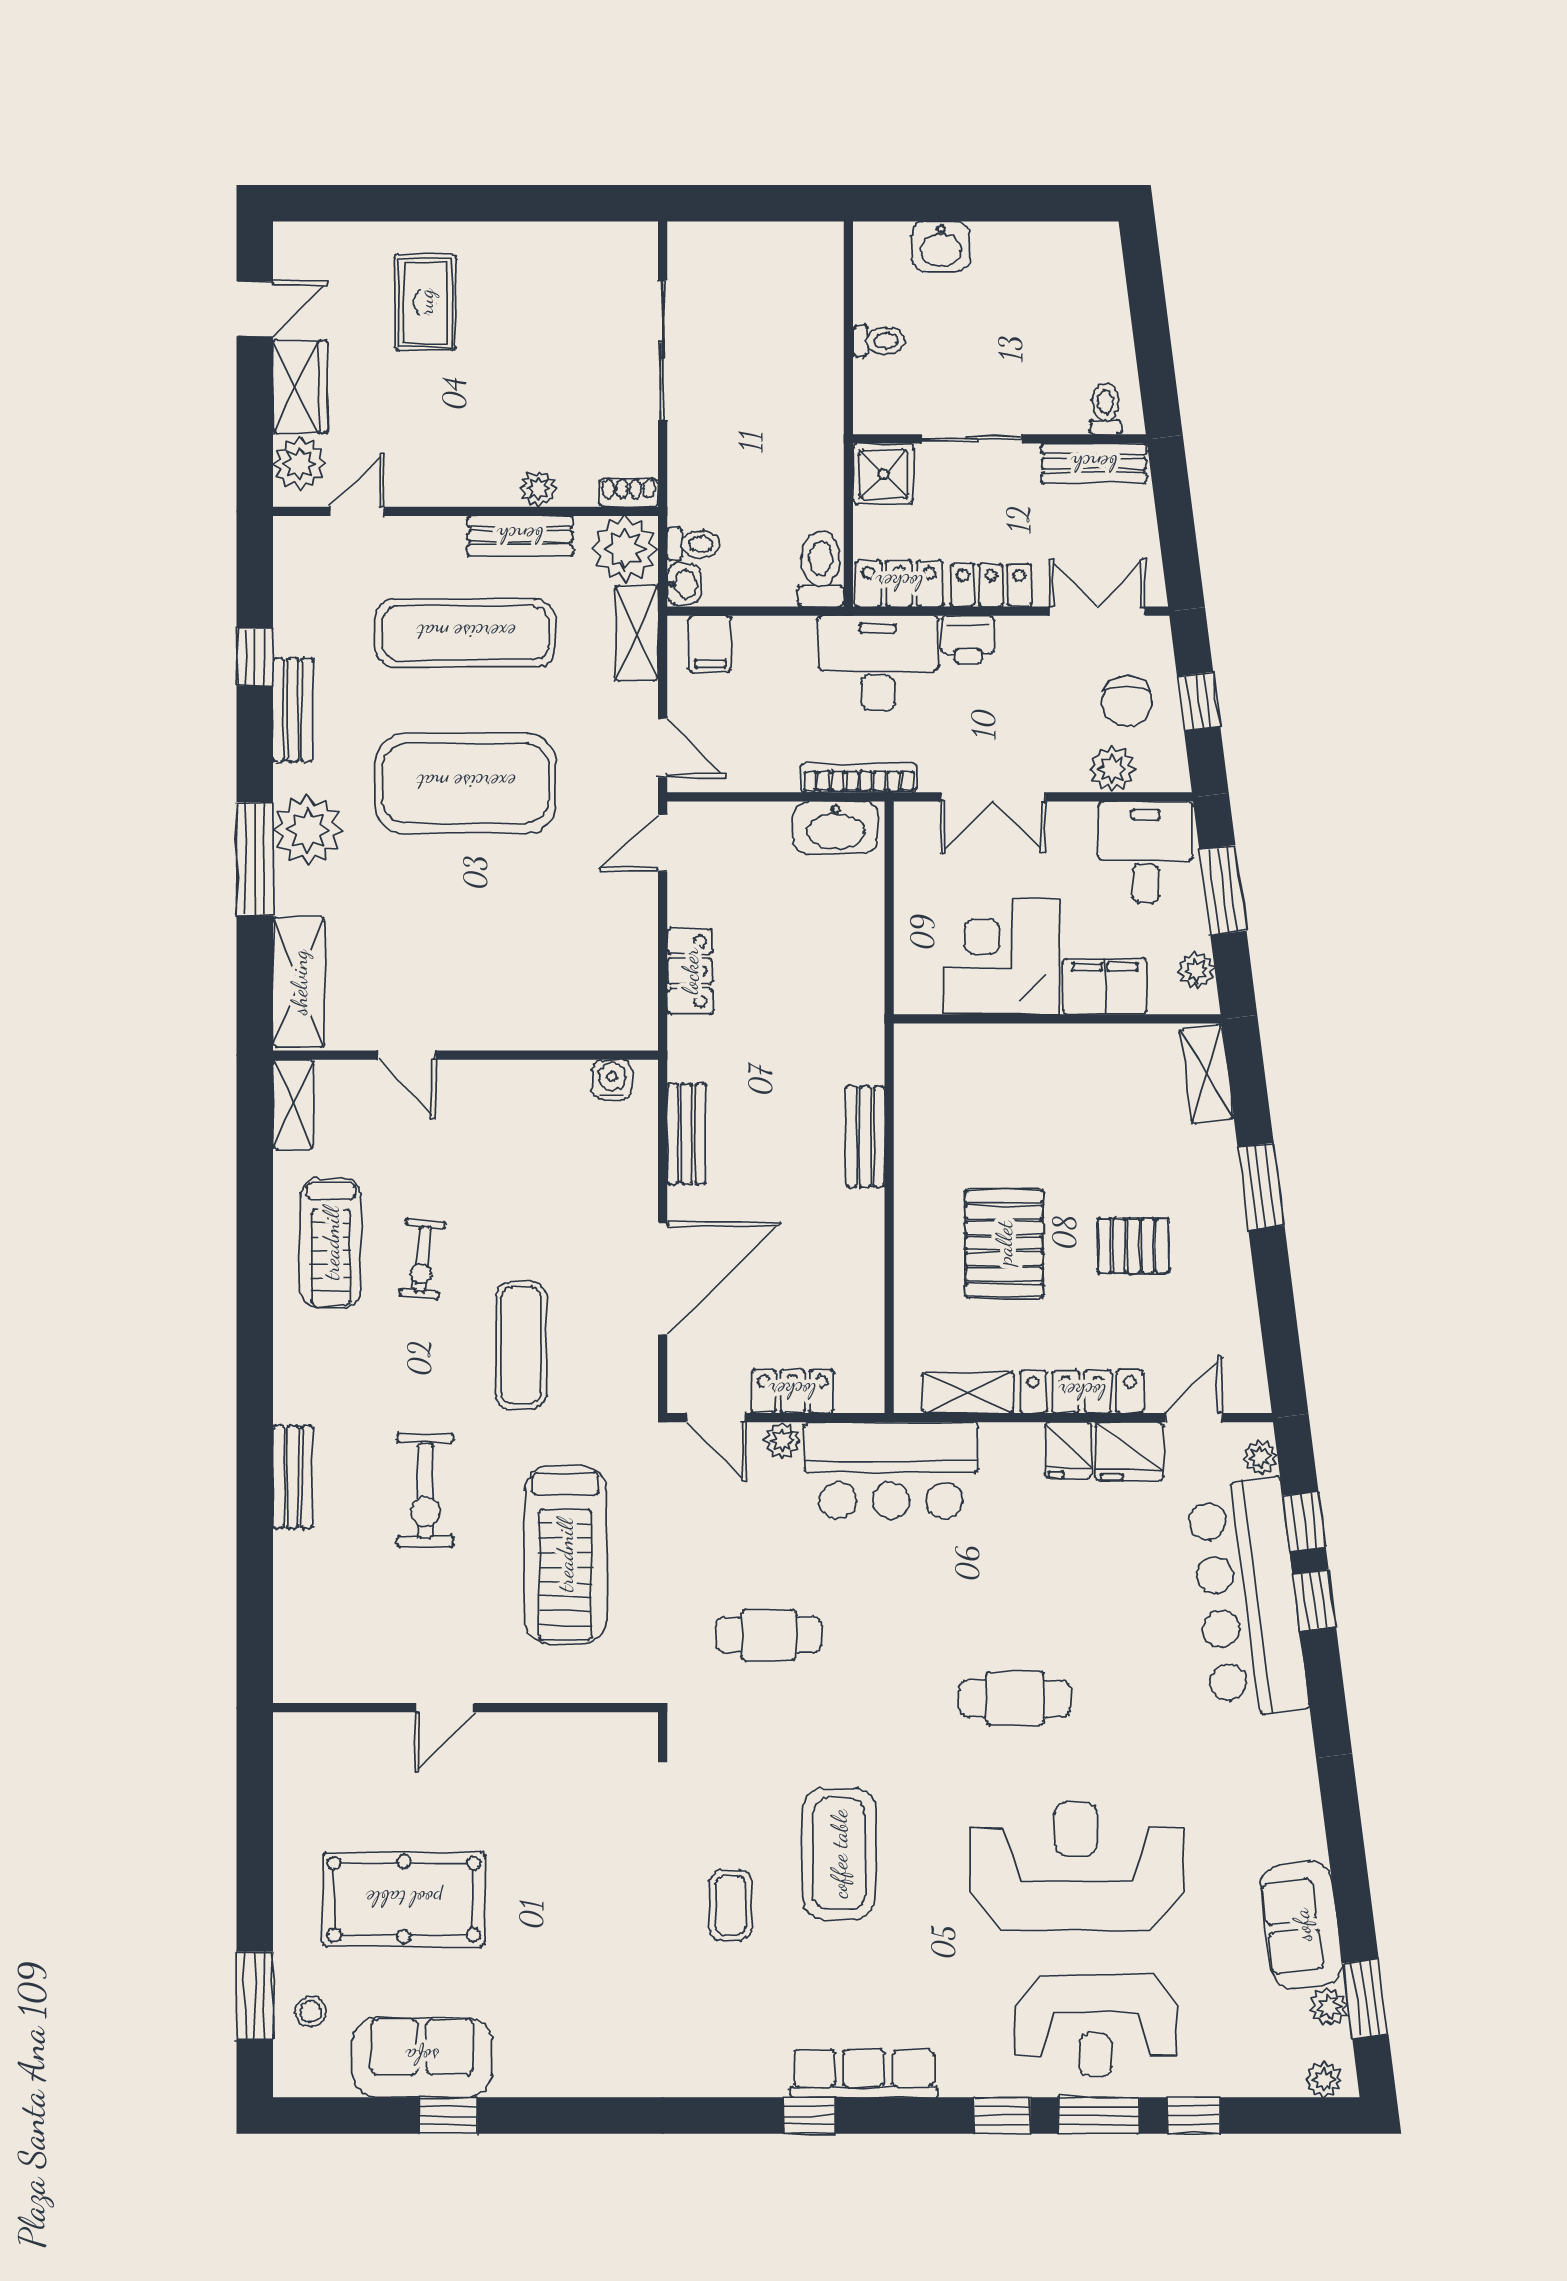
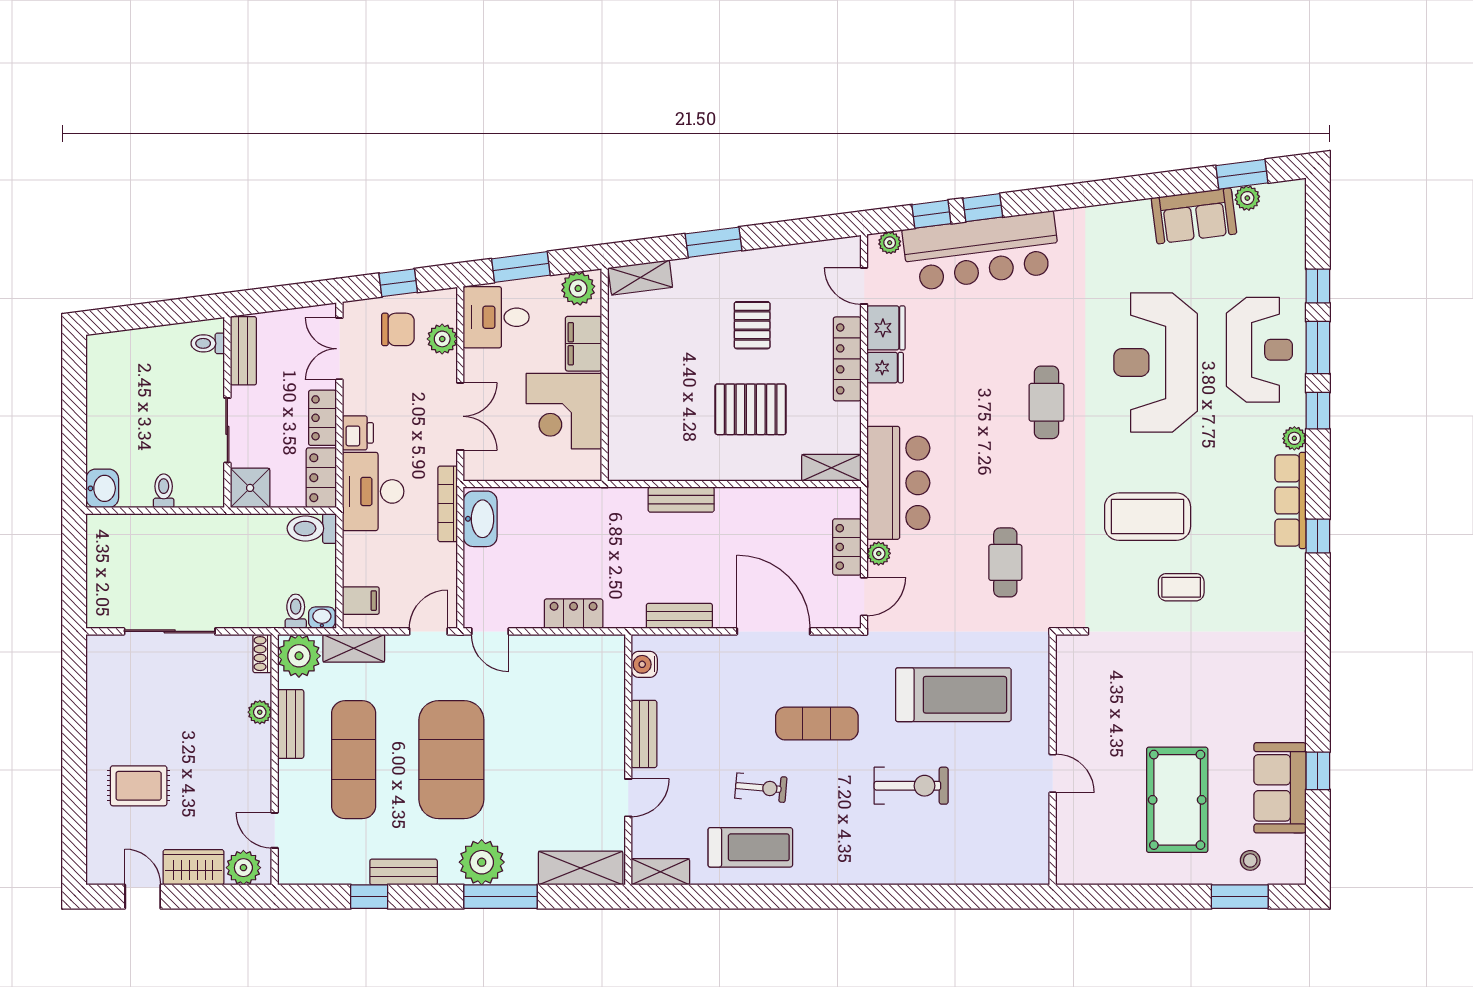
washbasin: (941, 246) -> (102, 488), moved
plant: (1196, 970) -> (578, 288), width x1.38, depth x1.38
shelving: (968, 1393) -> (831, 468), moved, turned 90
bench: (293, 1477) -> (644, 734), moved, turned 90
plant: (1324, 2079) -> (1294, 438), moved

